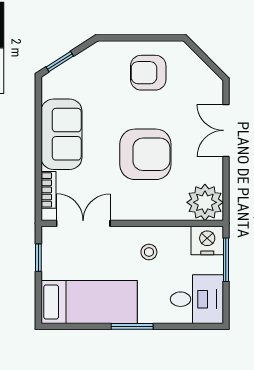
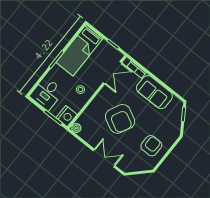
armchair: (145, 154) -> (120, 119), turned -63
plant: (205, 202) -> (76, 128), width x0.53, depth x0.53

